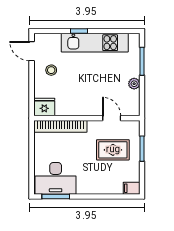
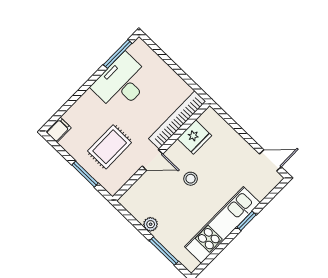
stool: (51, 70) -> (191, 179), moved
fridge: (44, 107) -> (195, 137), moved
door: (112, 118) -> (152, 160), moved
desk: (56, 178) -> (122, 83), moved

